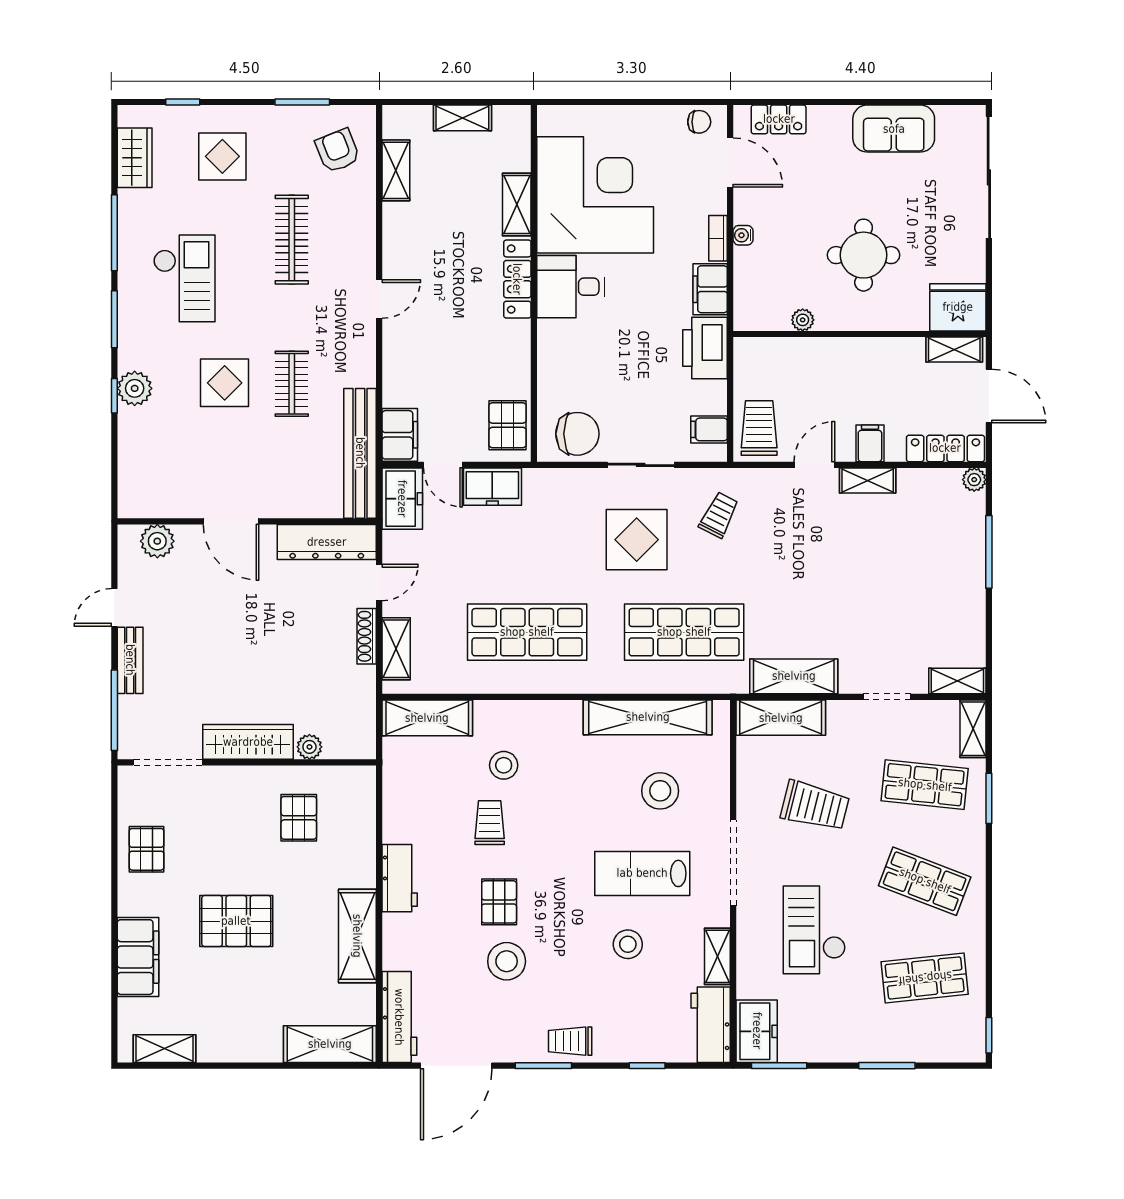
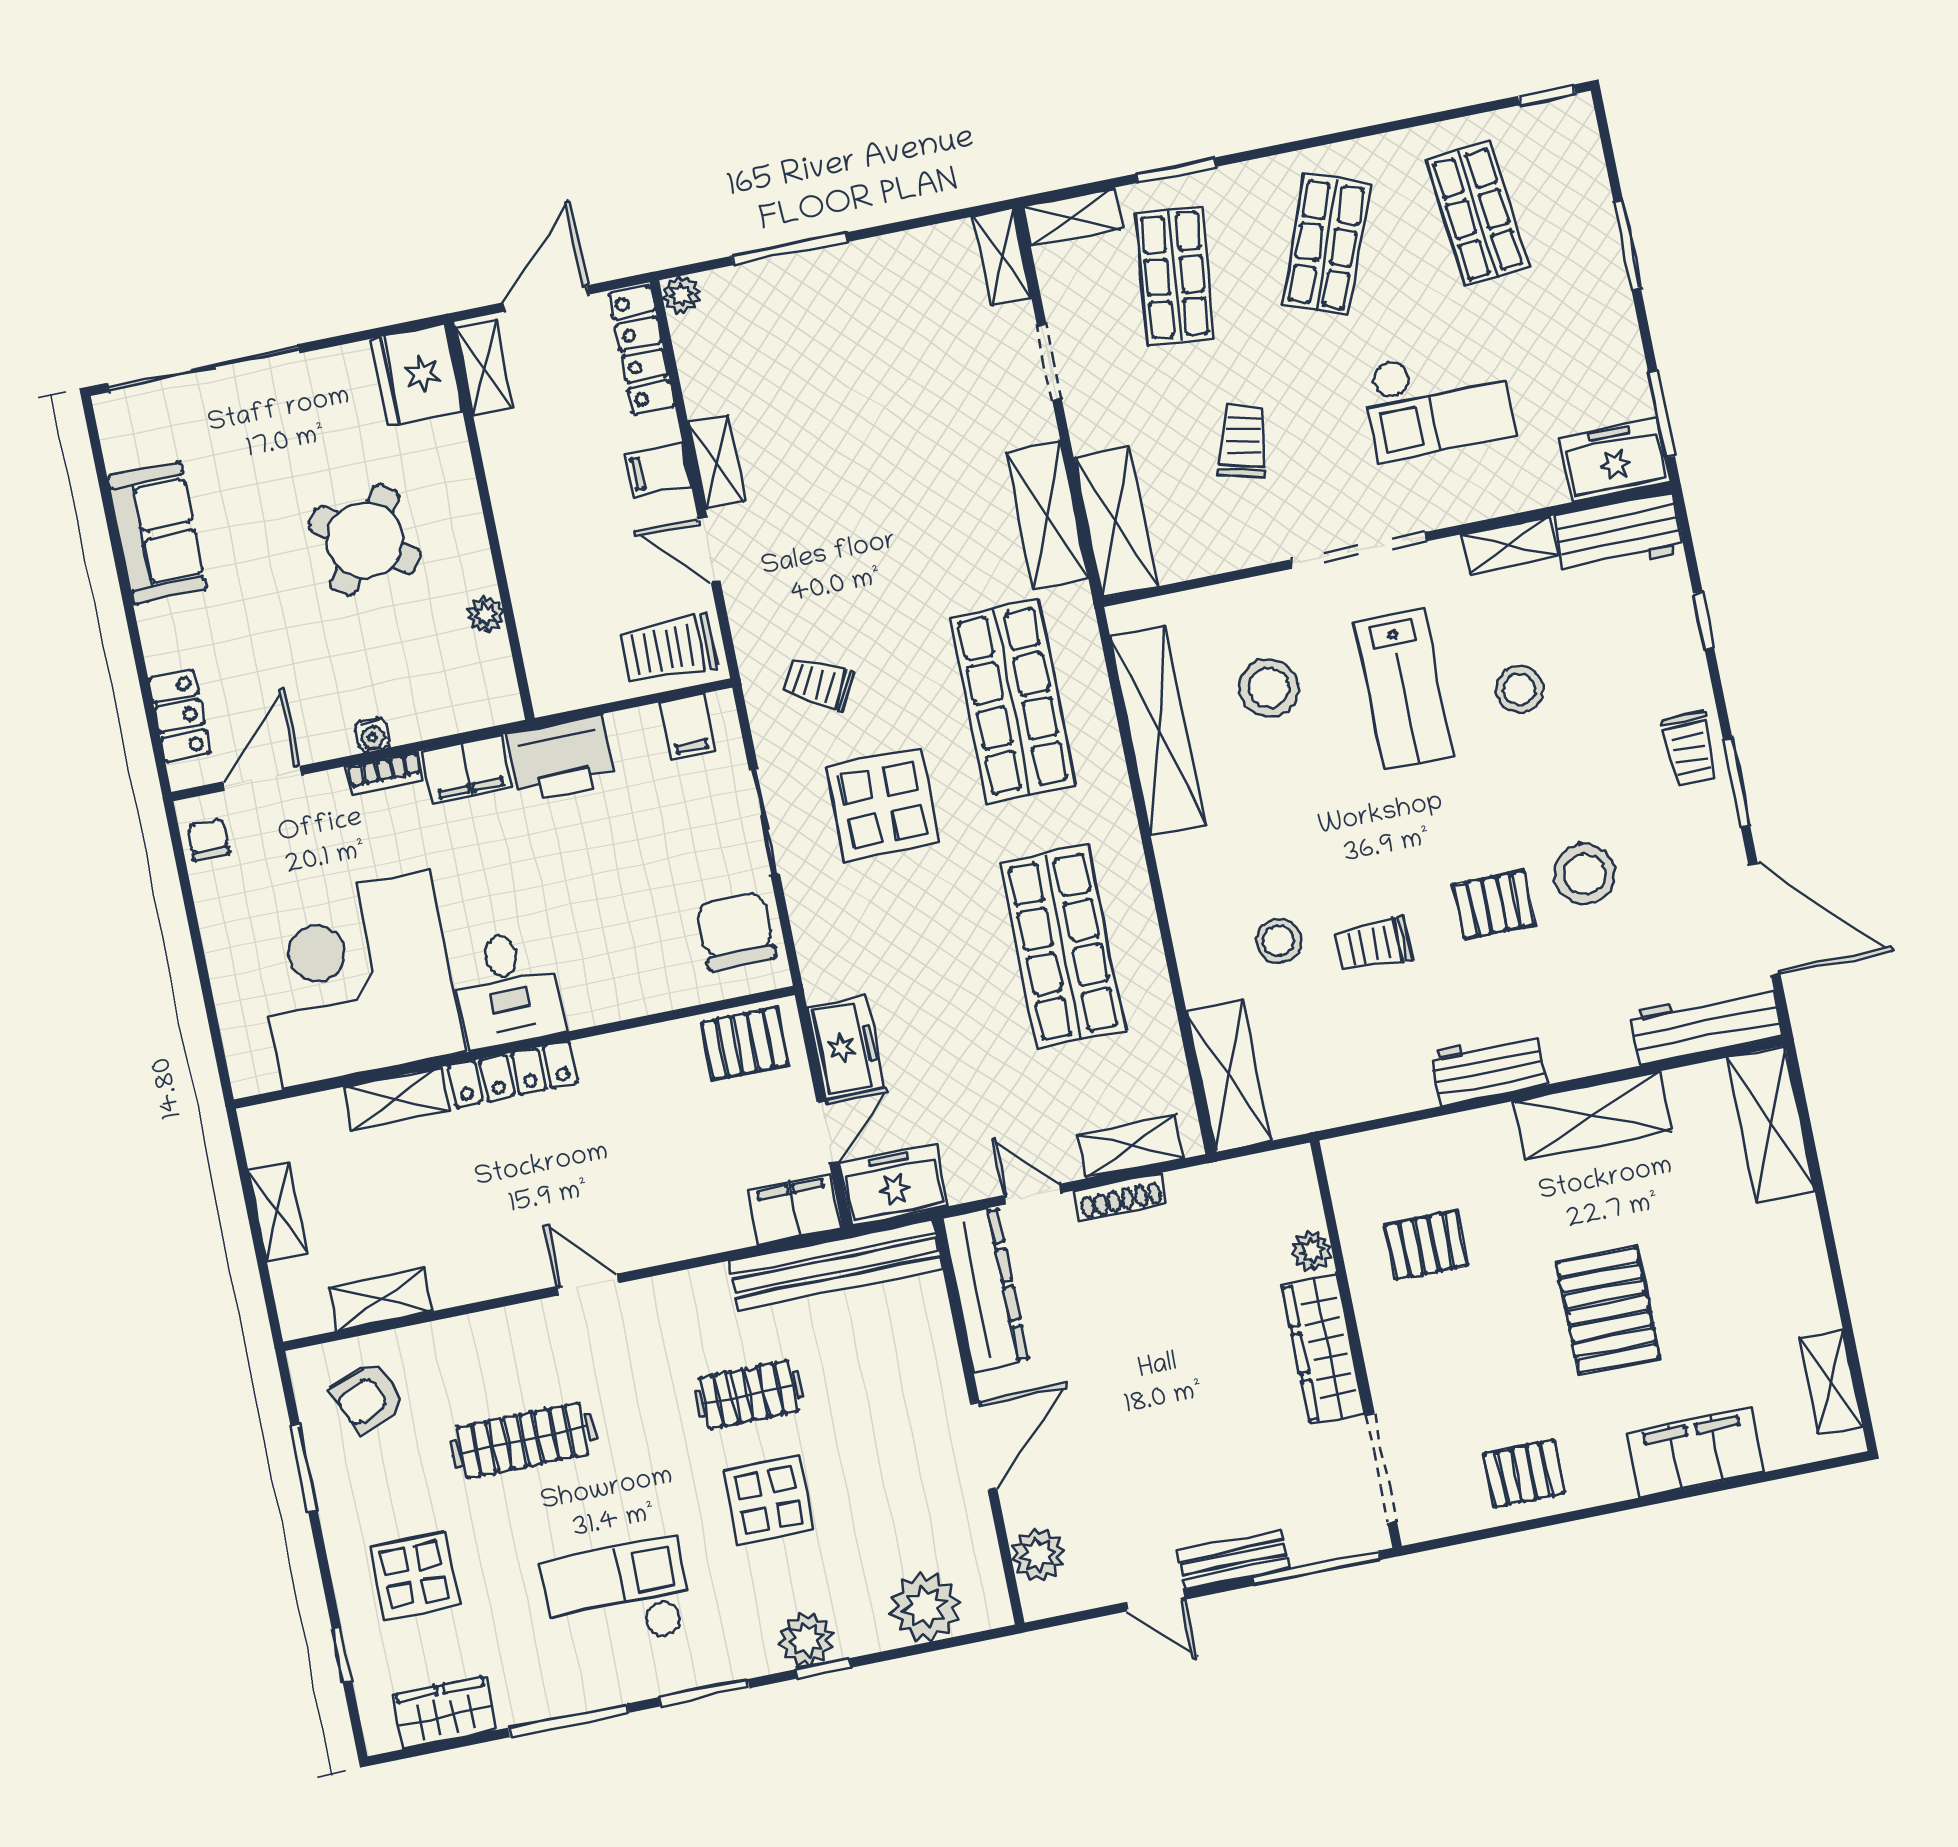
round table: (864, 255) -> (365, 540), turned 36
plant: (139, 466) -> (925, 1607), added
trolley: (815, 806) -> (1243, 440), width x0.73, depth x0.72

